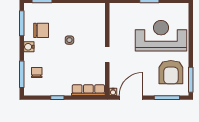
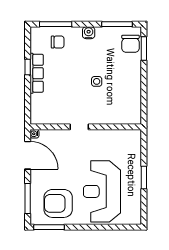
chair: (41, 30) -> (131, 44), moved
reception desk: (161, 36) -> (102, 191), turned 180
row of seats: (88, 90) -> (37, 73), moved

